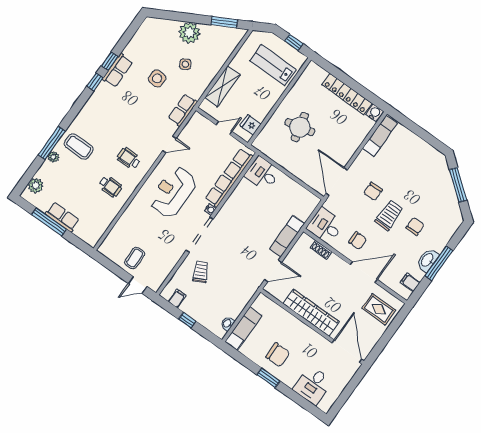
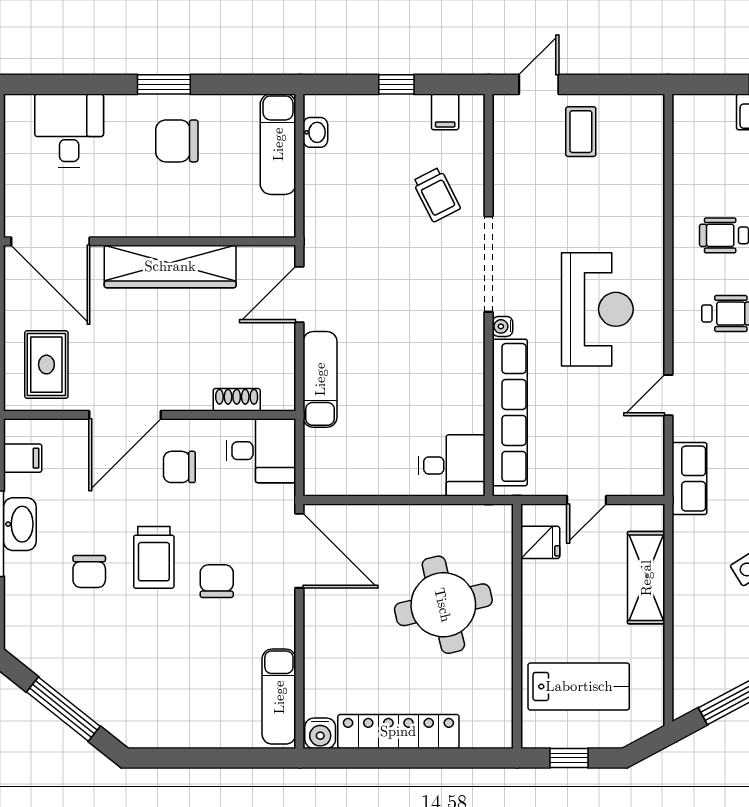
round table: (300, 127) -> (443, 605), width x1.36, depth x1.36
rug: (379, 309) -> (46, 365), turned 90

